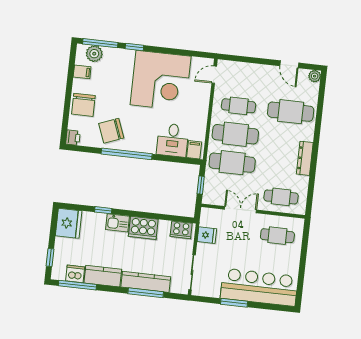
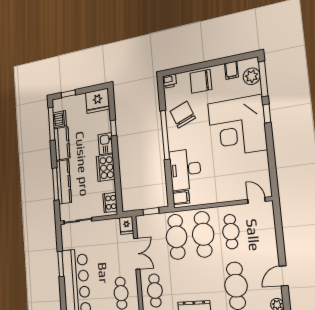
corner desk: (161, 81) -> (237, 126), moved
desk: (173, 140) -> (185, 169), width x1.37
fridge: (207, 235) -> (127, 225), moved

